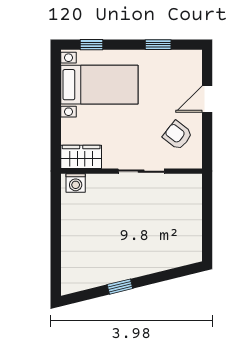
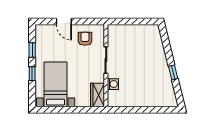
window: (91, 45) -> (32, 74), moved
armchair: (178, 135) -> (85, 39), turned 142
washing machine: (76, 183) -> (113, 84), moved

